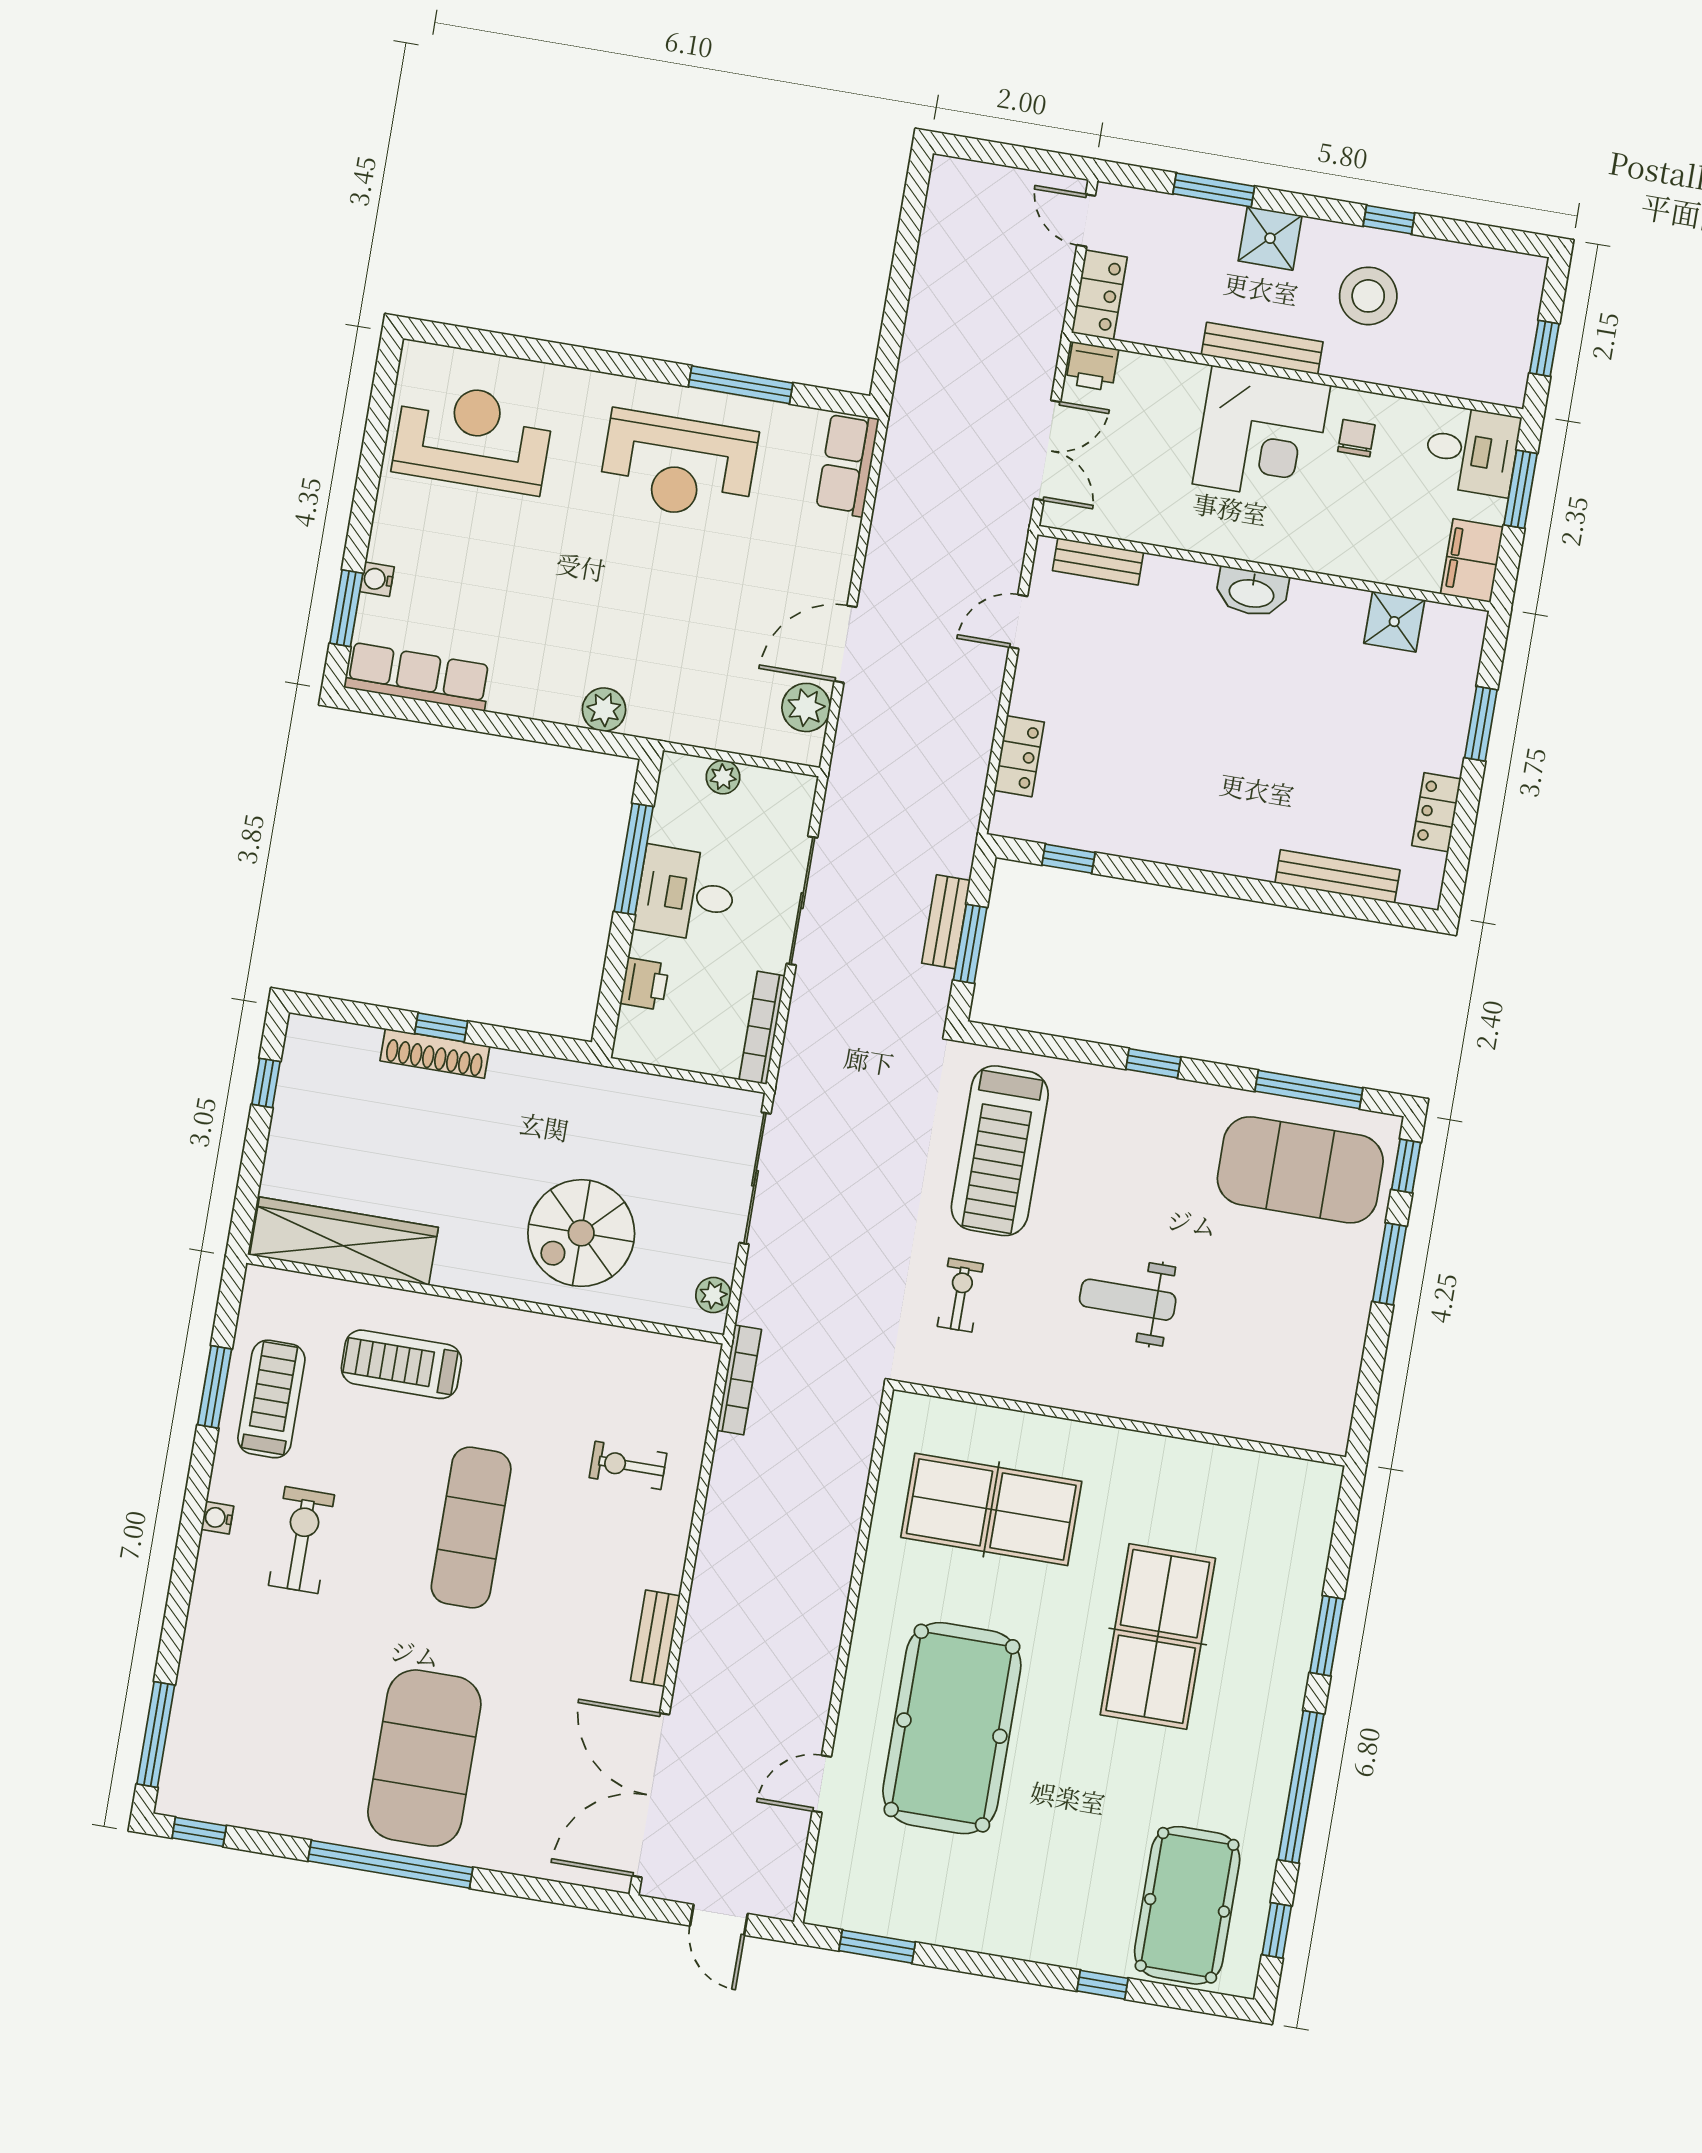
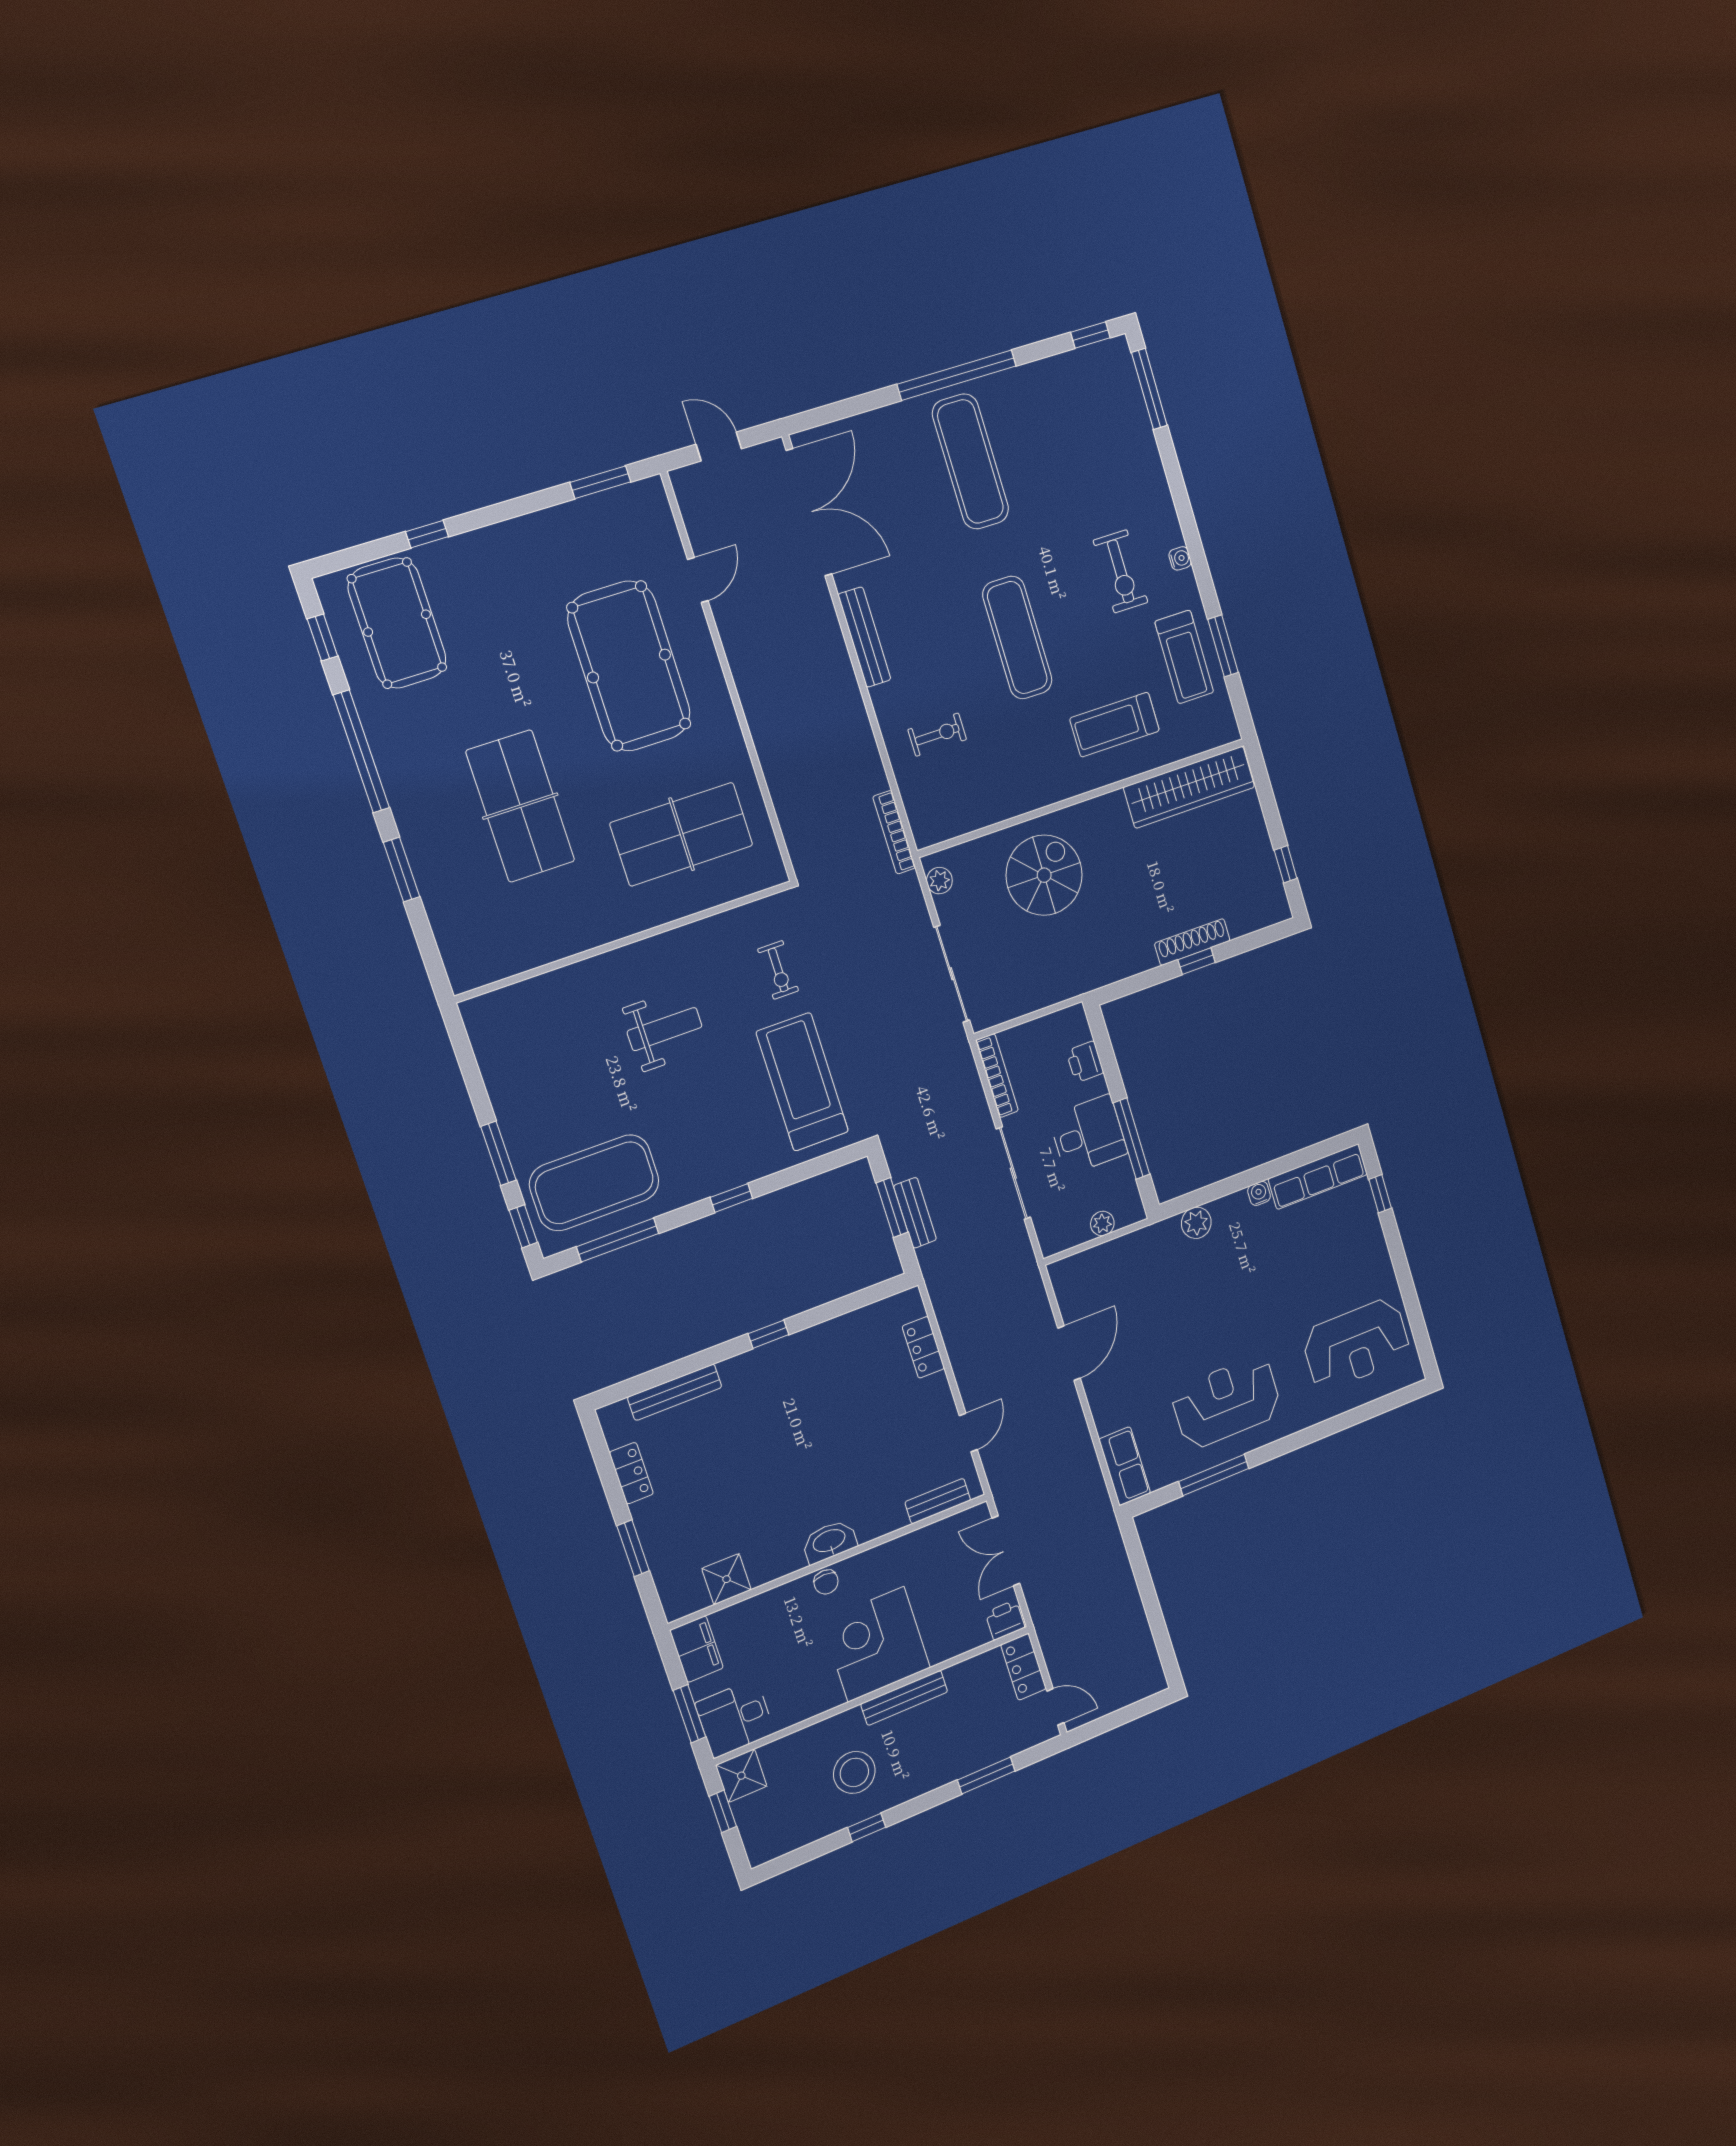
shower: (1270, 238) -> (741, 1776), moved
chair: (1356, 438) -> (826, 1582), moved
water cooler: (377, 579) -> (1259, 1193), moved, turned -90
window: (346, 608) -> (1380, 1194), width x0.67
plant: (806, 707) -> (1073, 1298), removed
window: (1068, 859) -> (768, 1334), moved
treadmill: (401, 1364) -> (1115, 725), turned 180
bench: (655, 1638) -> (864, 637), width x1.36
exercise mat: (424, 1758) -> (970, 462), width x0.68

